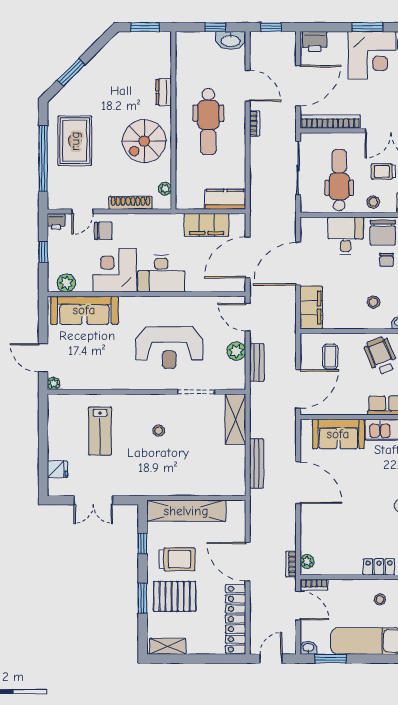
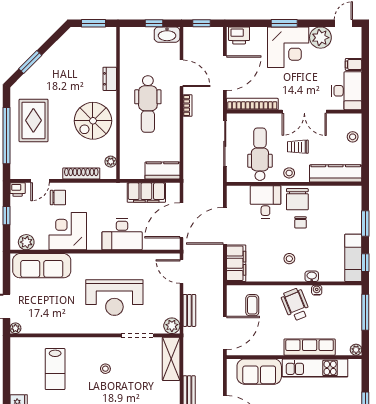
desk: (161, 274) -> (122, 234), moved
plant: (236, 351) -> (172, 326), moved

